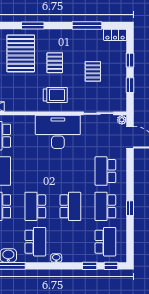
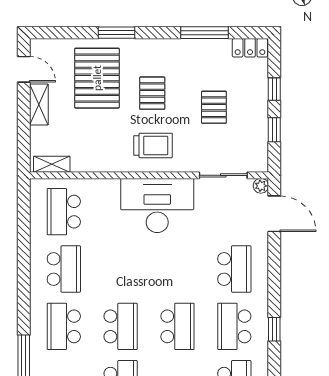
school desk: (105, 171) -> (234, 269), turned 180
school desk: (35, 206) -> (121, 326), turned 180

